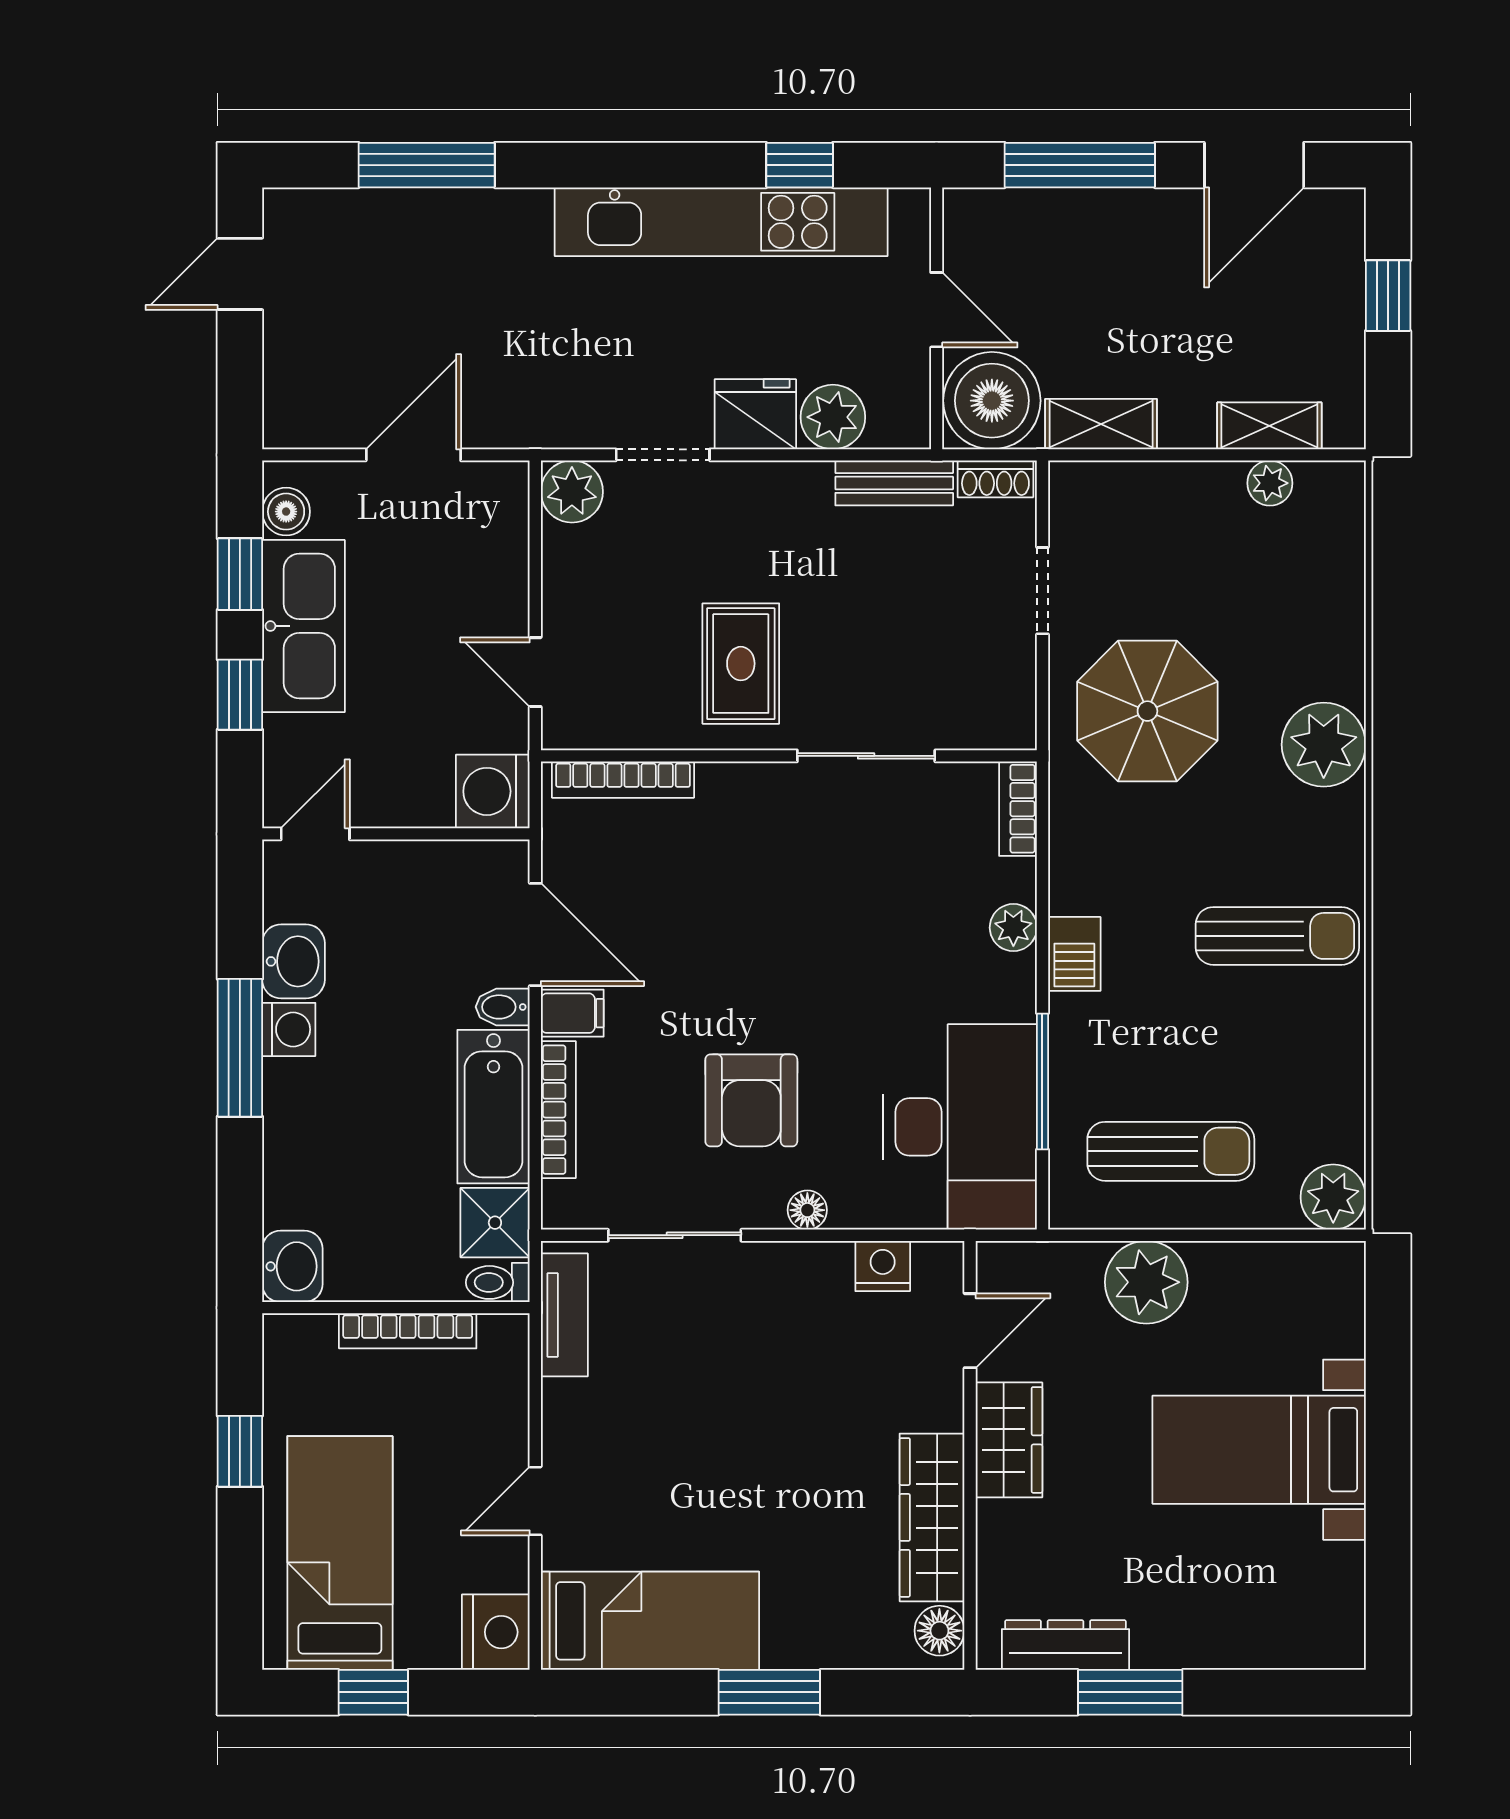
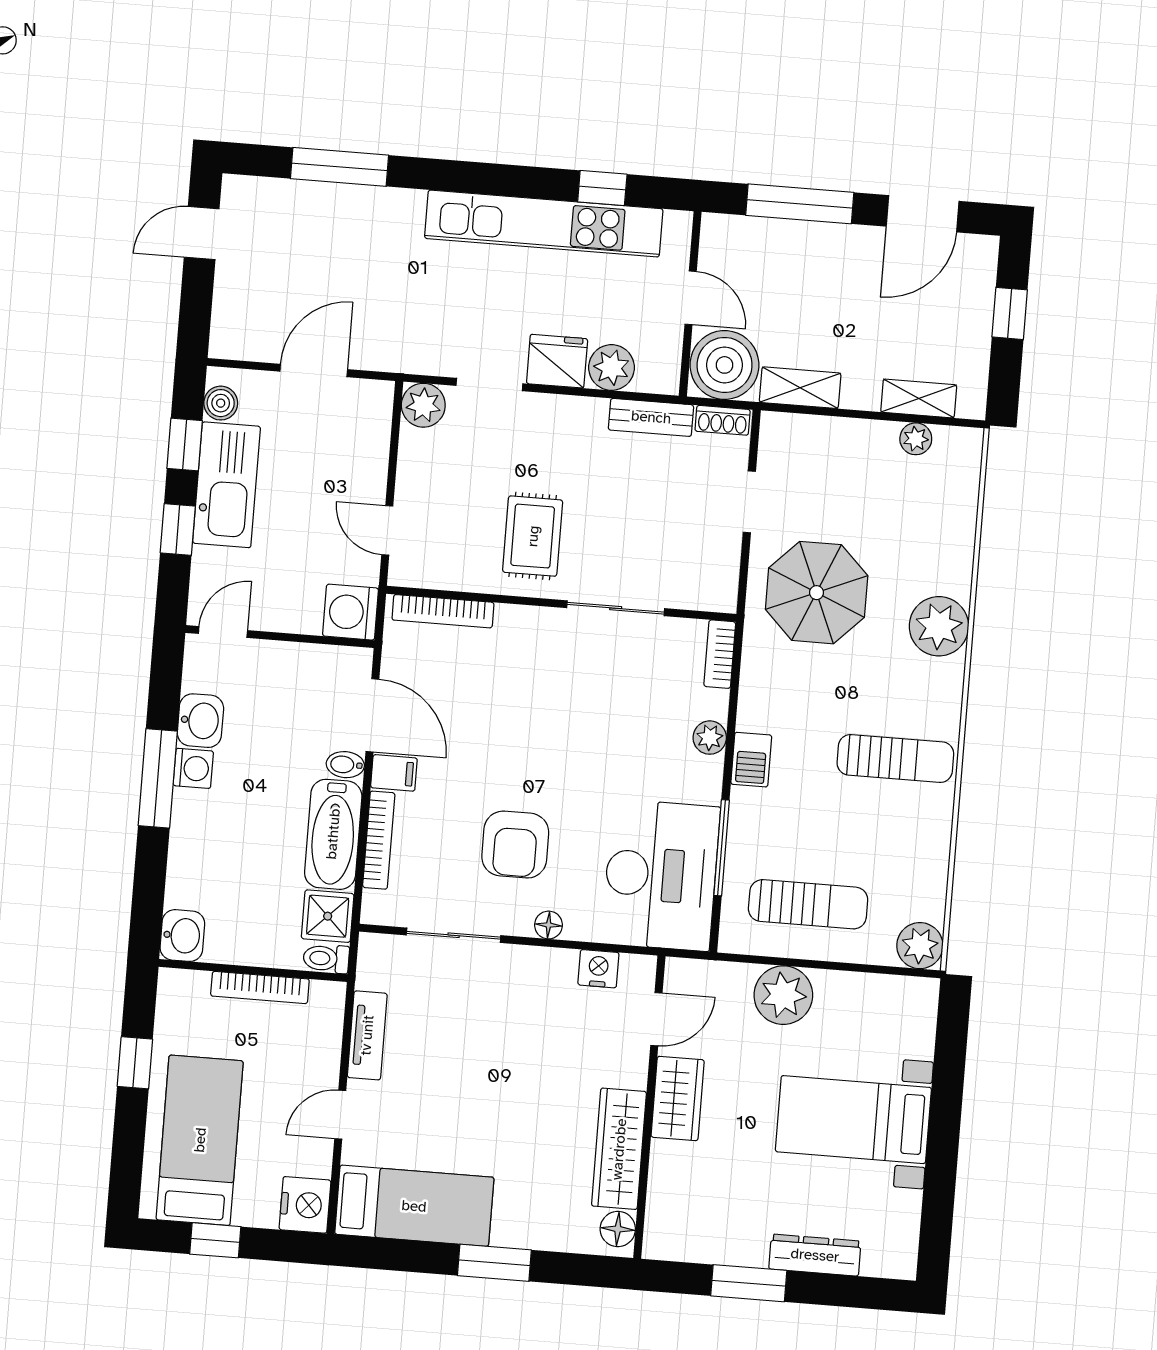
tv unit: (564, 1315) -> (367, 1035), moved
dresser: (1065, 1645) -> (815, 1255), moved

